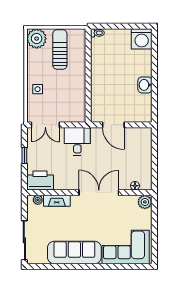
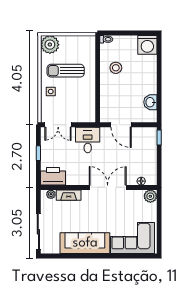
sun lounger: (60, 50) -> (66, 71), moved, turned -90
stool: (108, 64) -> (116, 68), added
washbasin: (145, 85) -> (150, 102), moved
window: (154, 139) -> (159, 137), added

